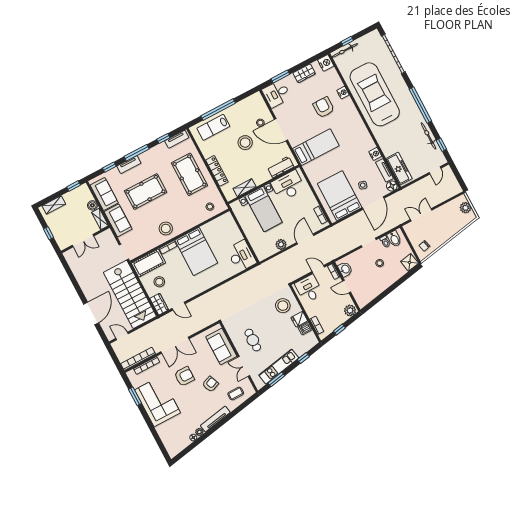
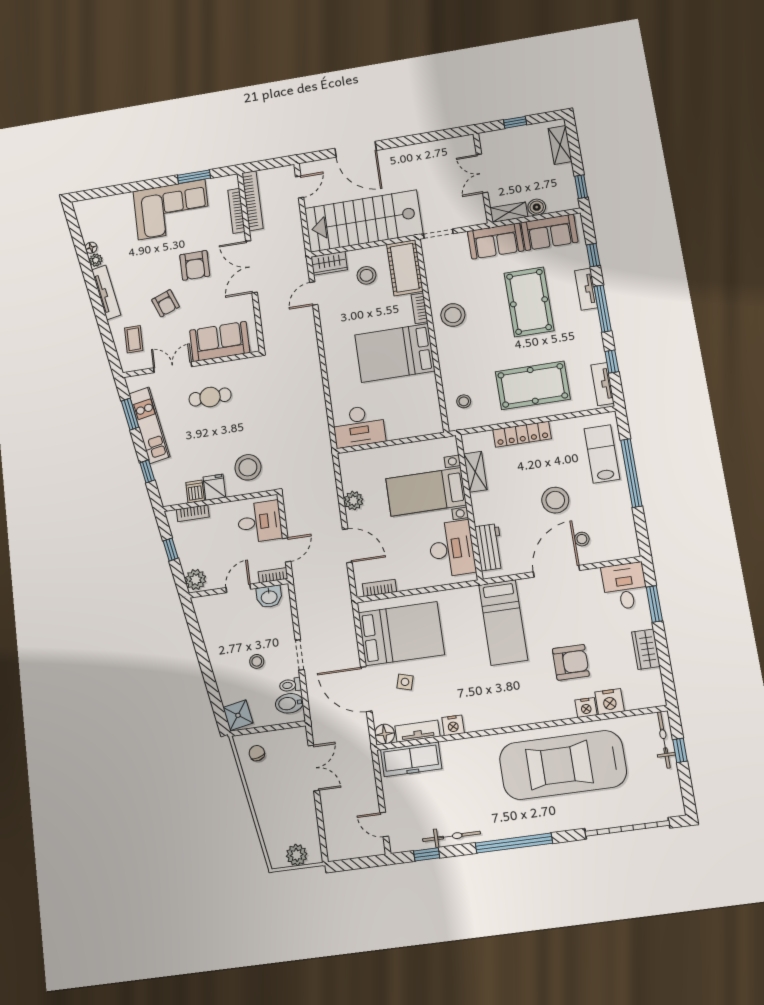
nightstand: (326, 63) -> (610, 702), moved
car: (375, 94) -> (563, 765), turned 180

